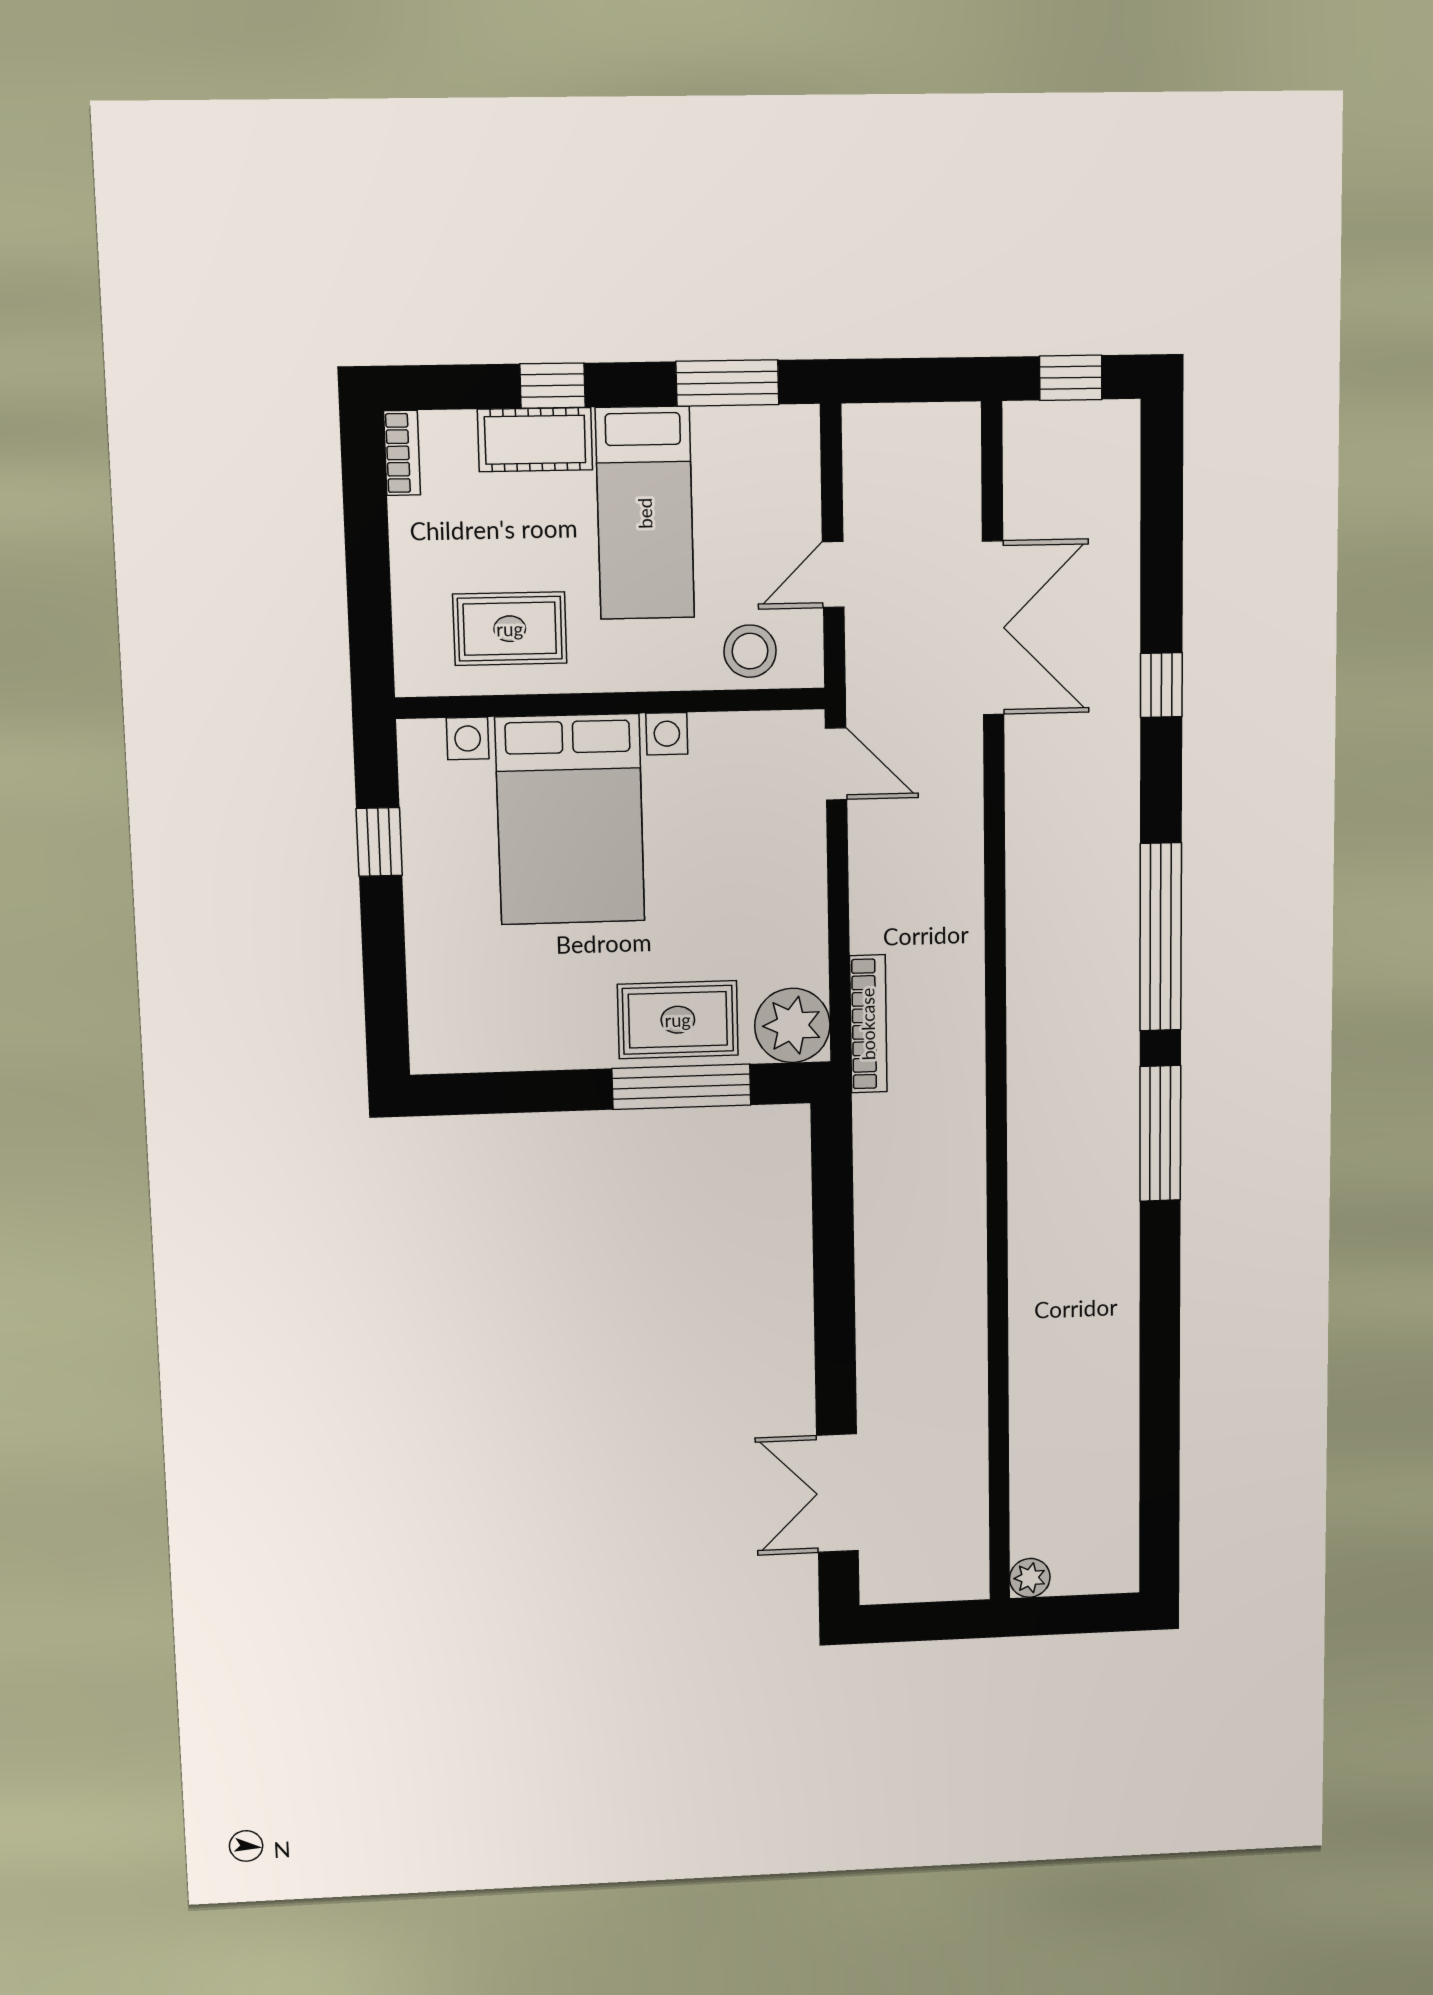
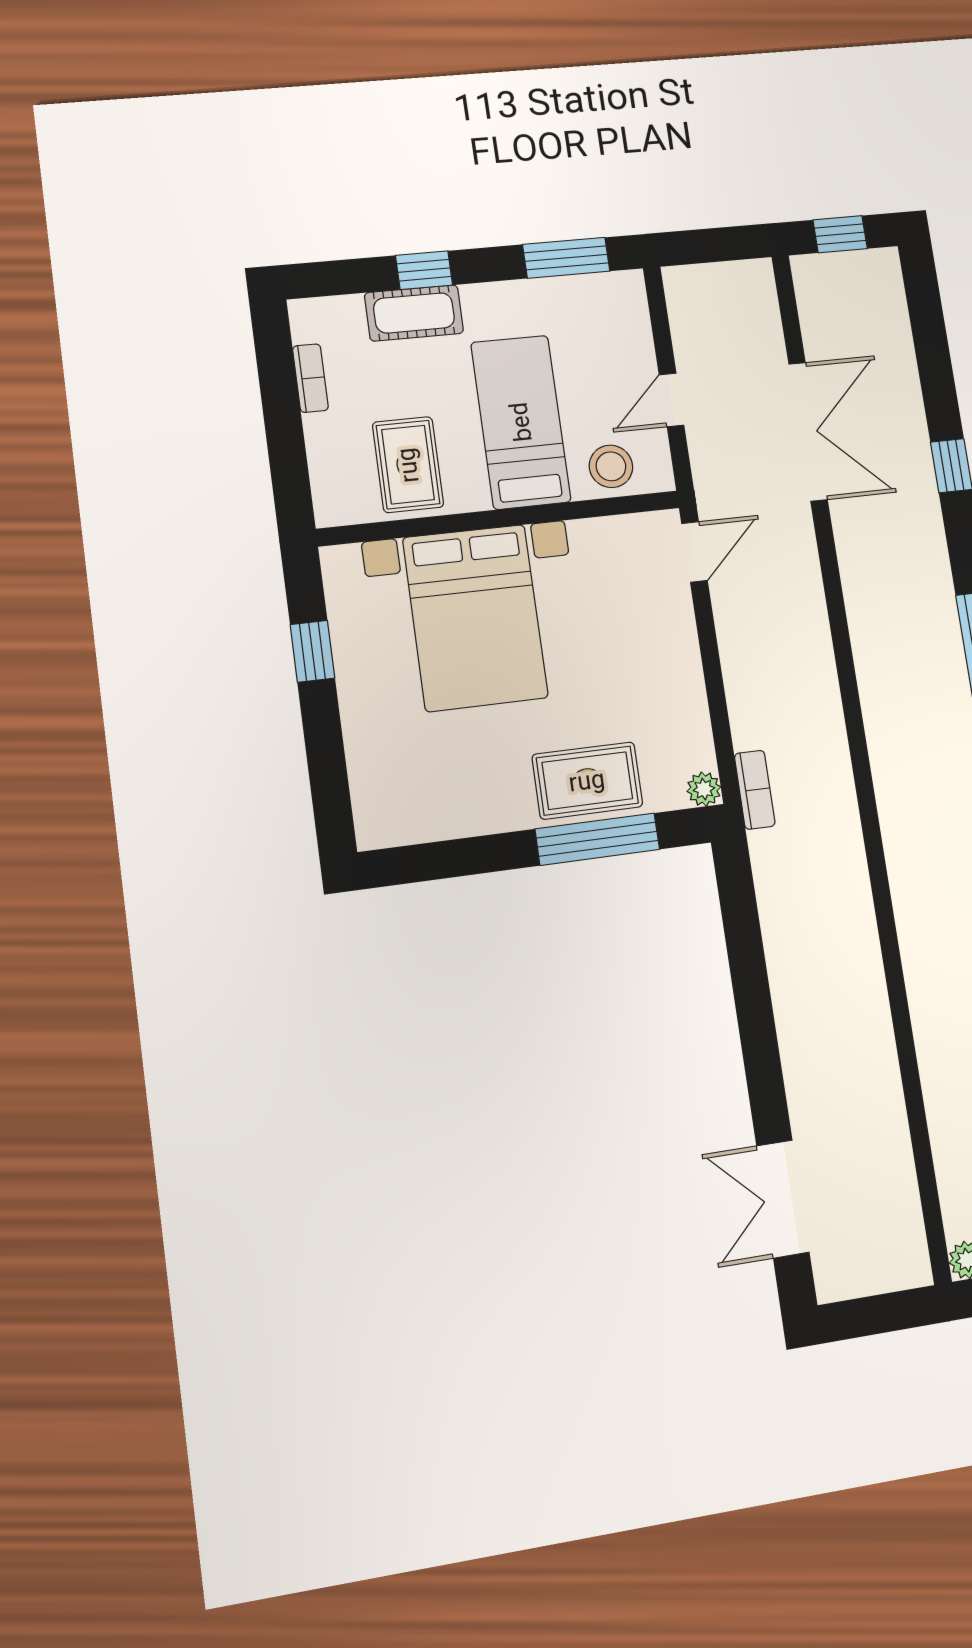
bookcase: (402, 453) -> (310, 378), moved
bed: (645, 513) -> (521, 422), moved, turned 180
rug: (510, 629) -> (408, 465), turned 90
door: (836, 764) -> (694, 552), hinge flipped
bookcase: (868, 1024) -> (755, 790), width x0.64
plant: (792, 1025) -> (704, 789), width x0.53, depth x0.53

